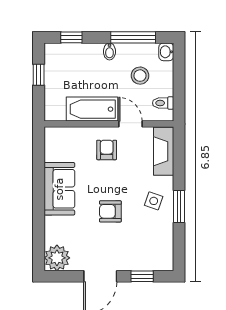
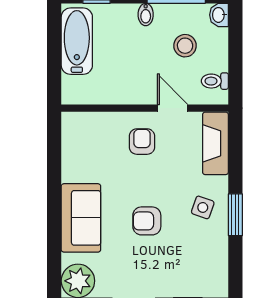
window: (39, 75) -> (54, 45), removed
bathtub: (92, 109) -> (77, 41), moved, turned 90
sofa: (59, 189) -> (81, 218), moved

